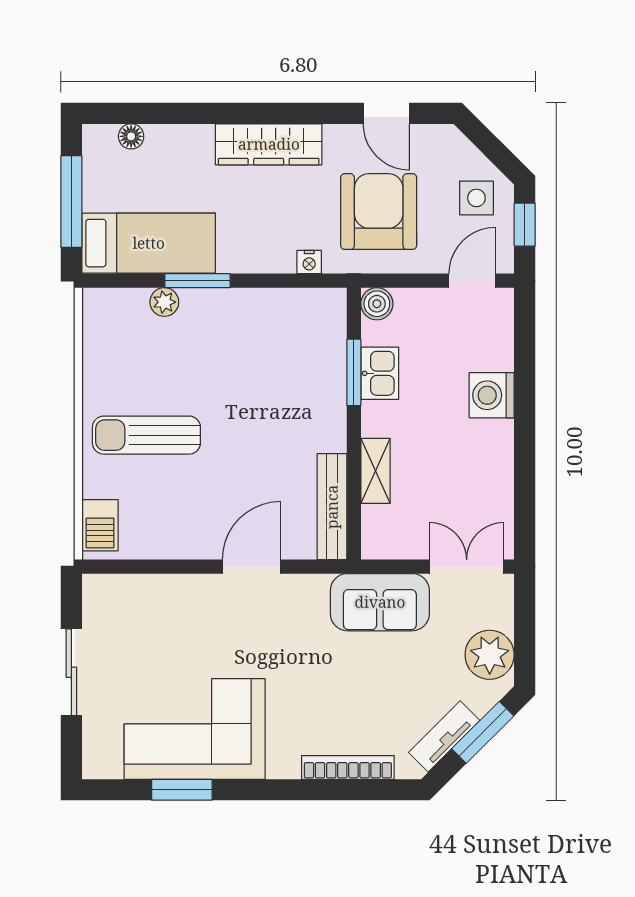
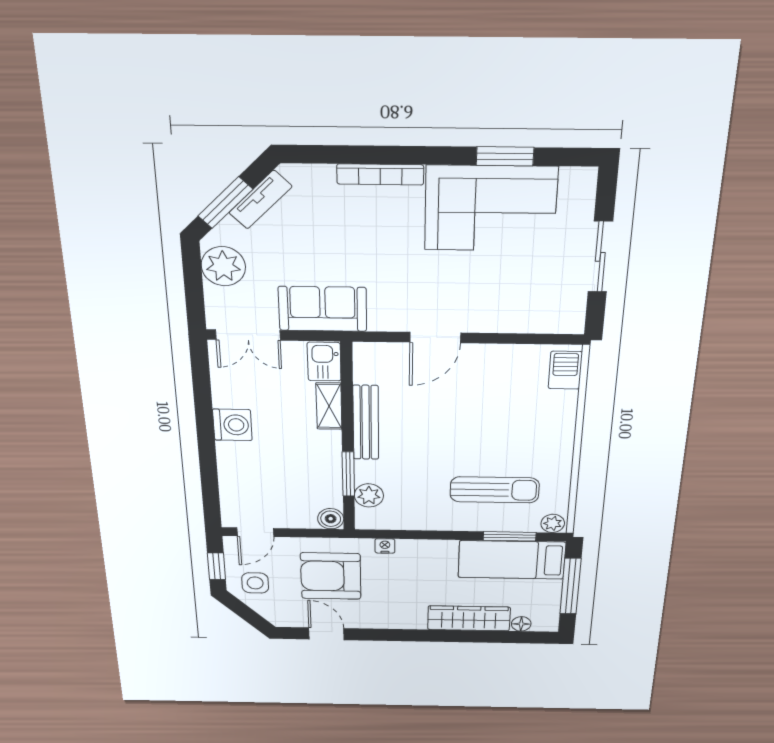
wardrobe: (269, 144) -> (469, 618), moved
armchair: (379, 212) -> (331, 576), turned 90
window: (198, 281) -> (510, 536), moved
plant: (164, 302) -> (553, 523), moved
plant: (329, 341) -> (369, 495), added
kitchen sink: (380, 373) -> (324, 362), moved
washing machine: (492, 395) -> (232, 425), moved
sun lounger: (146, 435) -> (495, 490), moved
bench: (332, 507) -> (366, 423), moved
bookcase: (348, 767) -> (380, 174), moved

